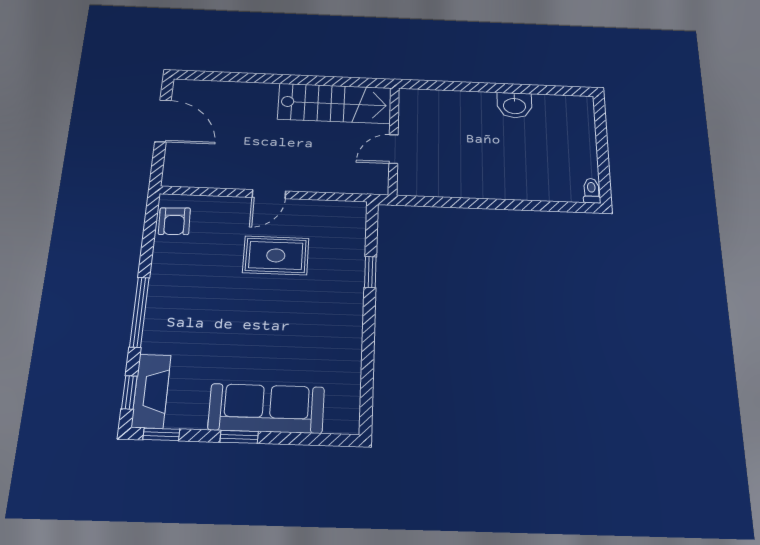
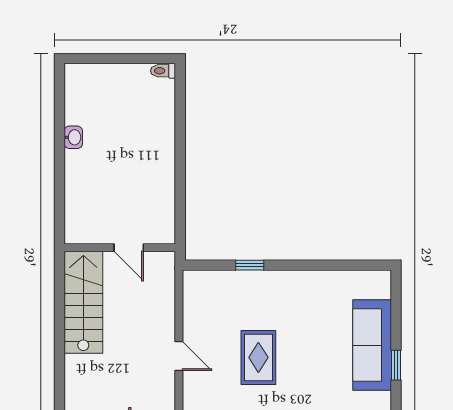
washbasin: (514, 105) -> (73, 137), width x0.72, depth x0.69
rug: (276, 255) -> (258, 357), moved

